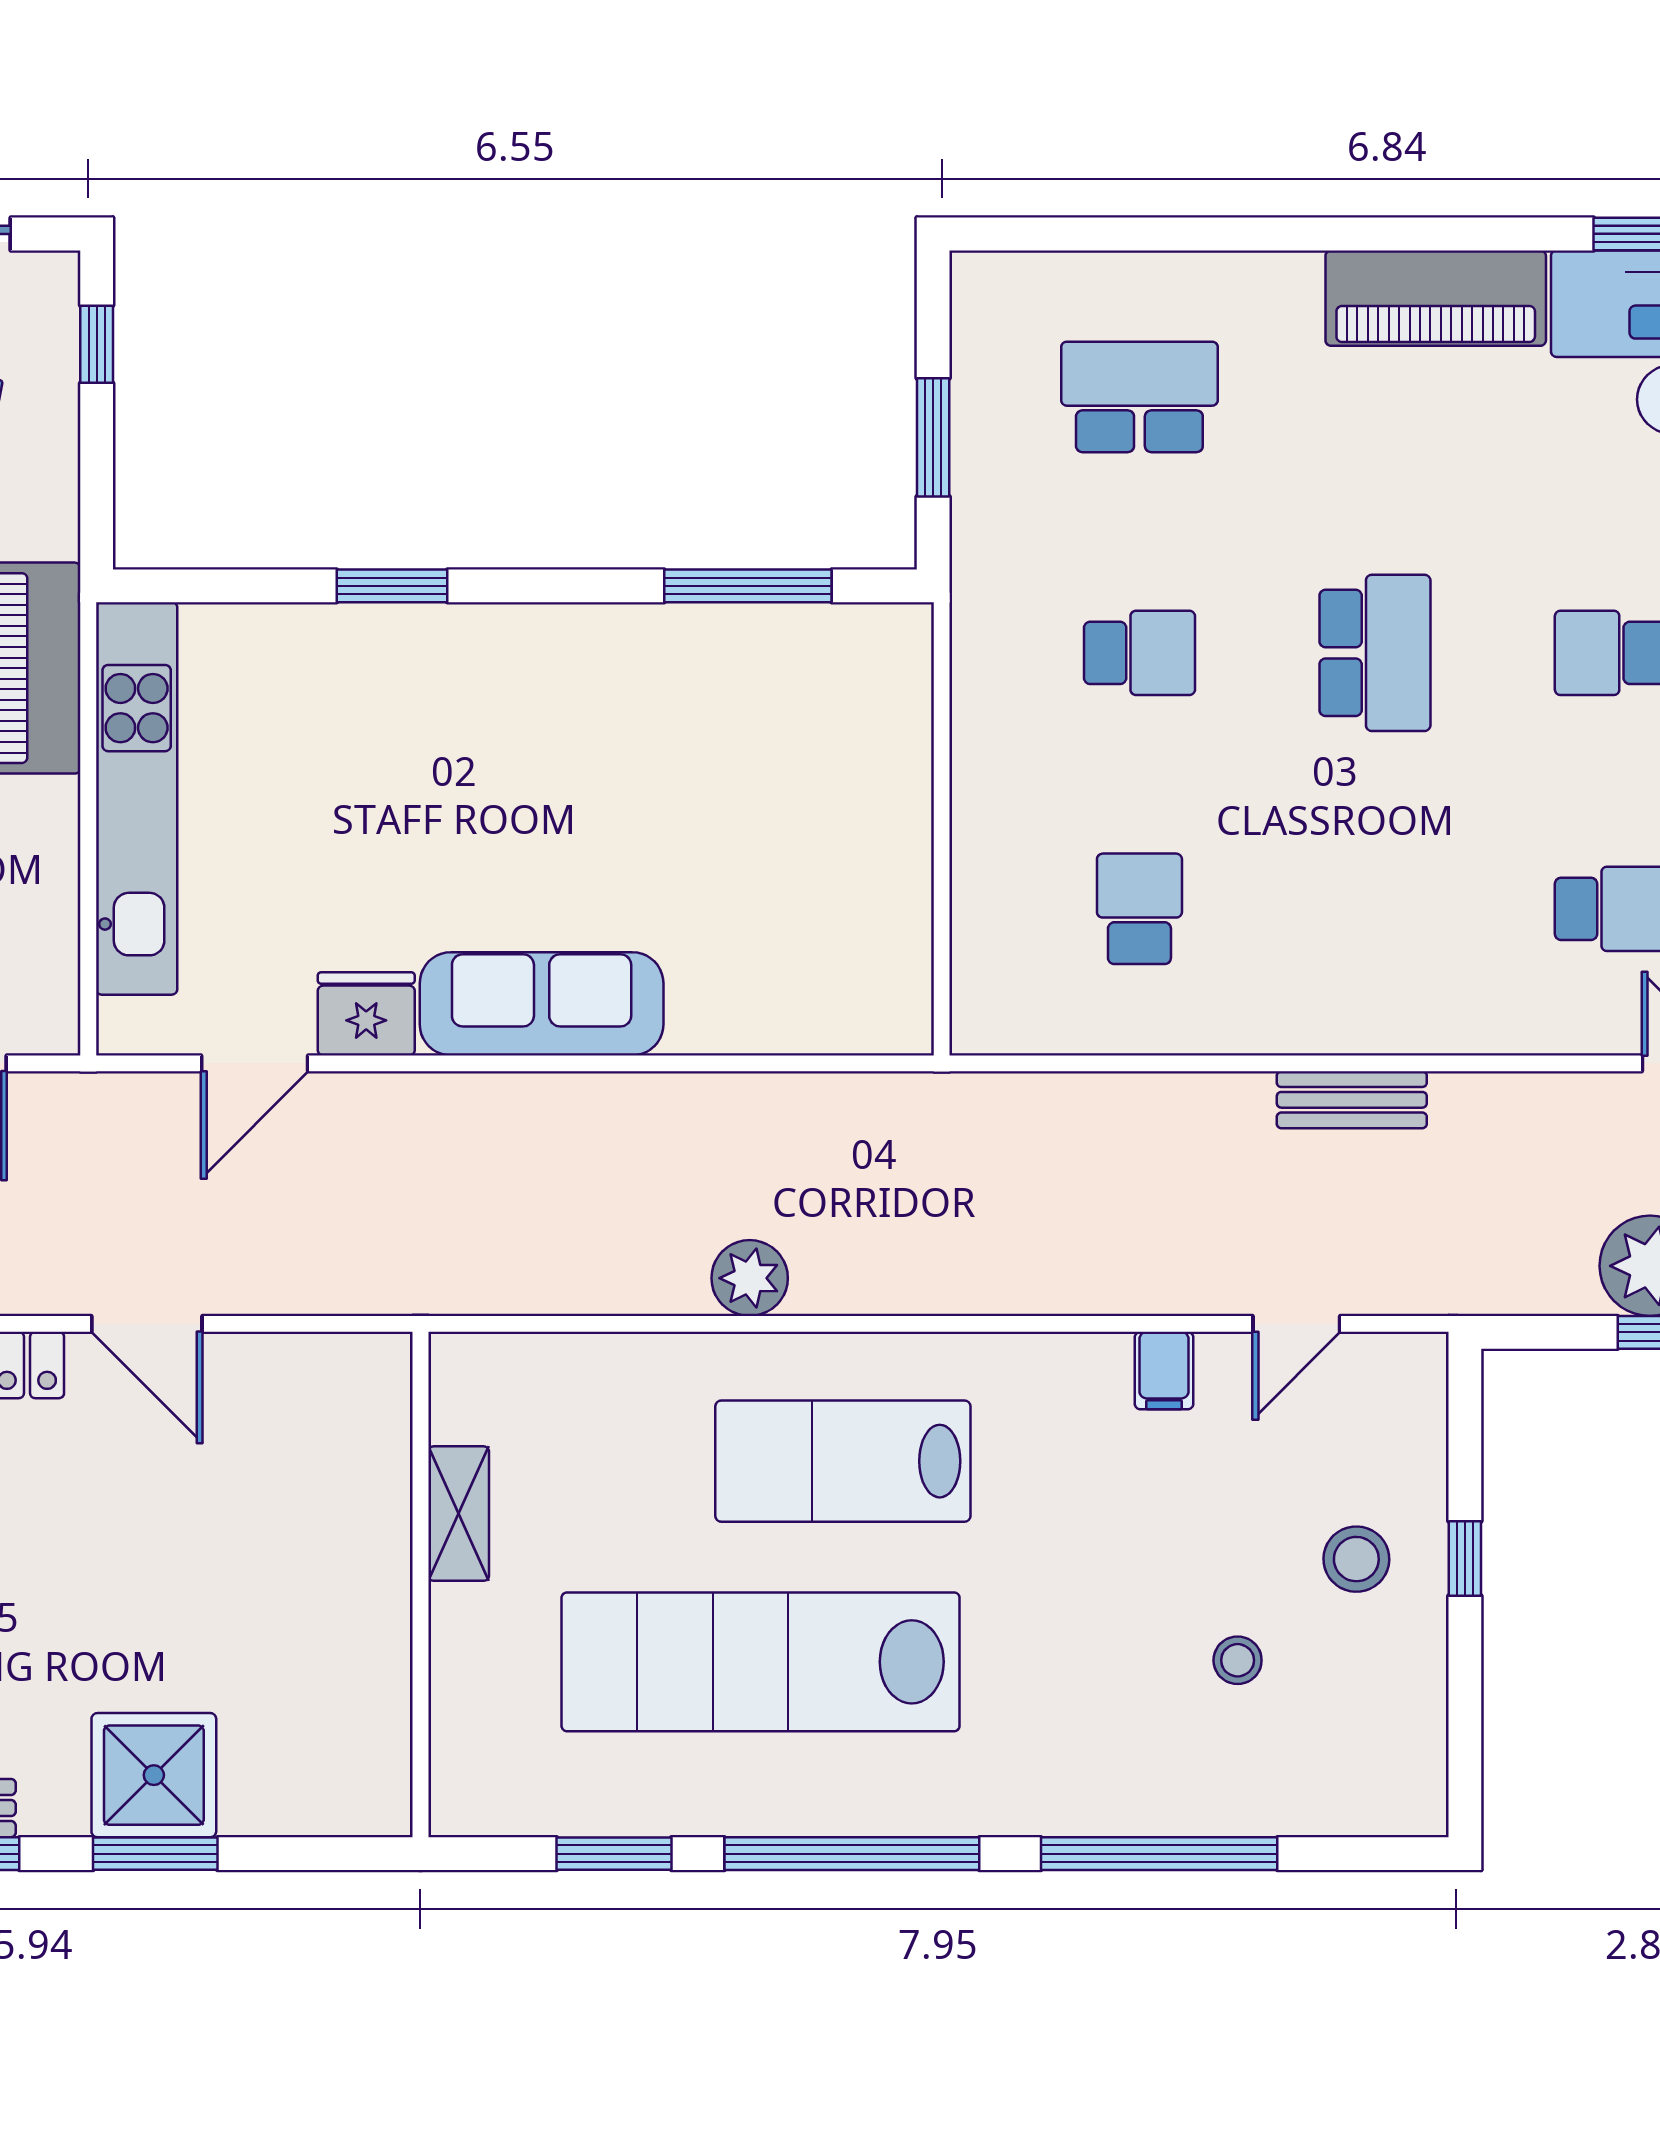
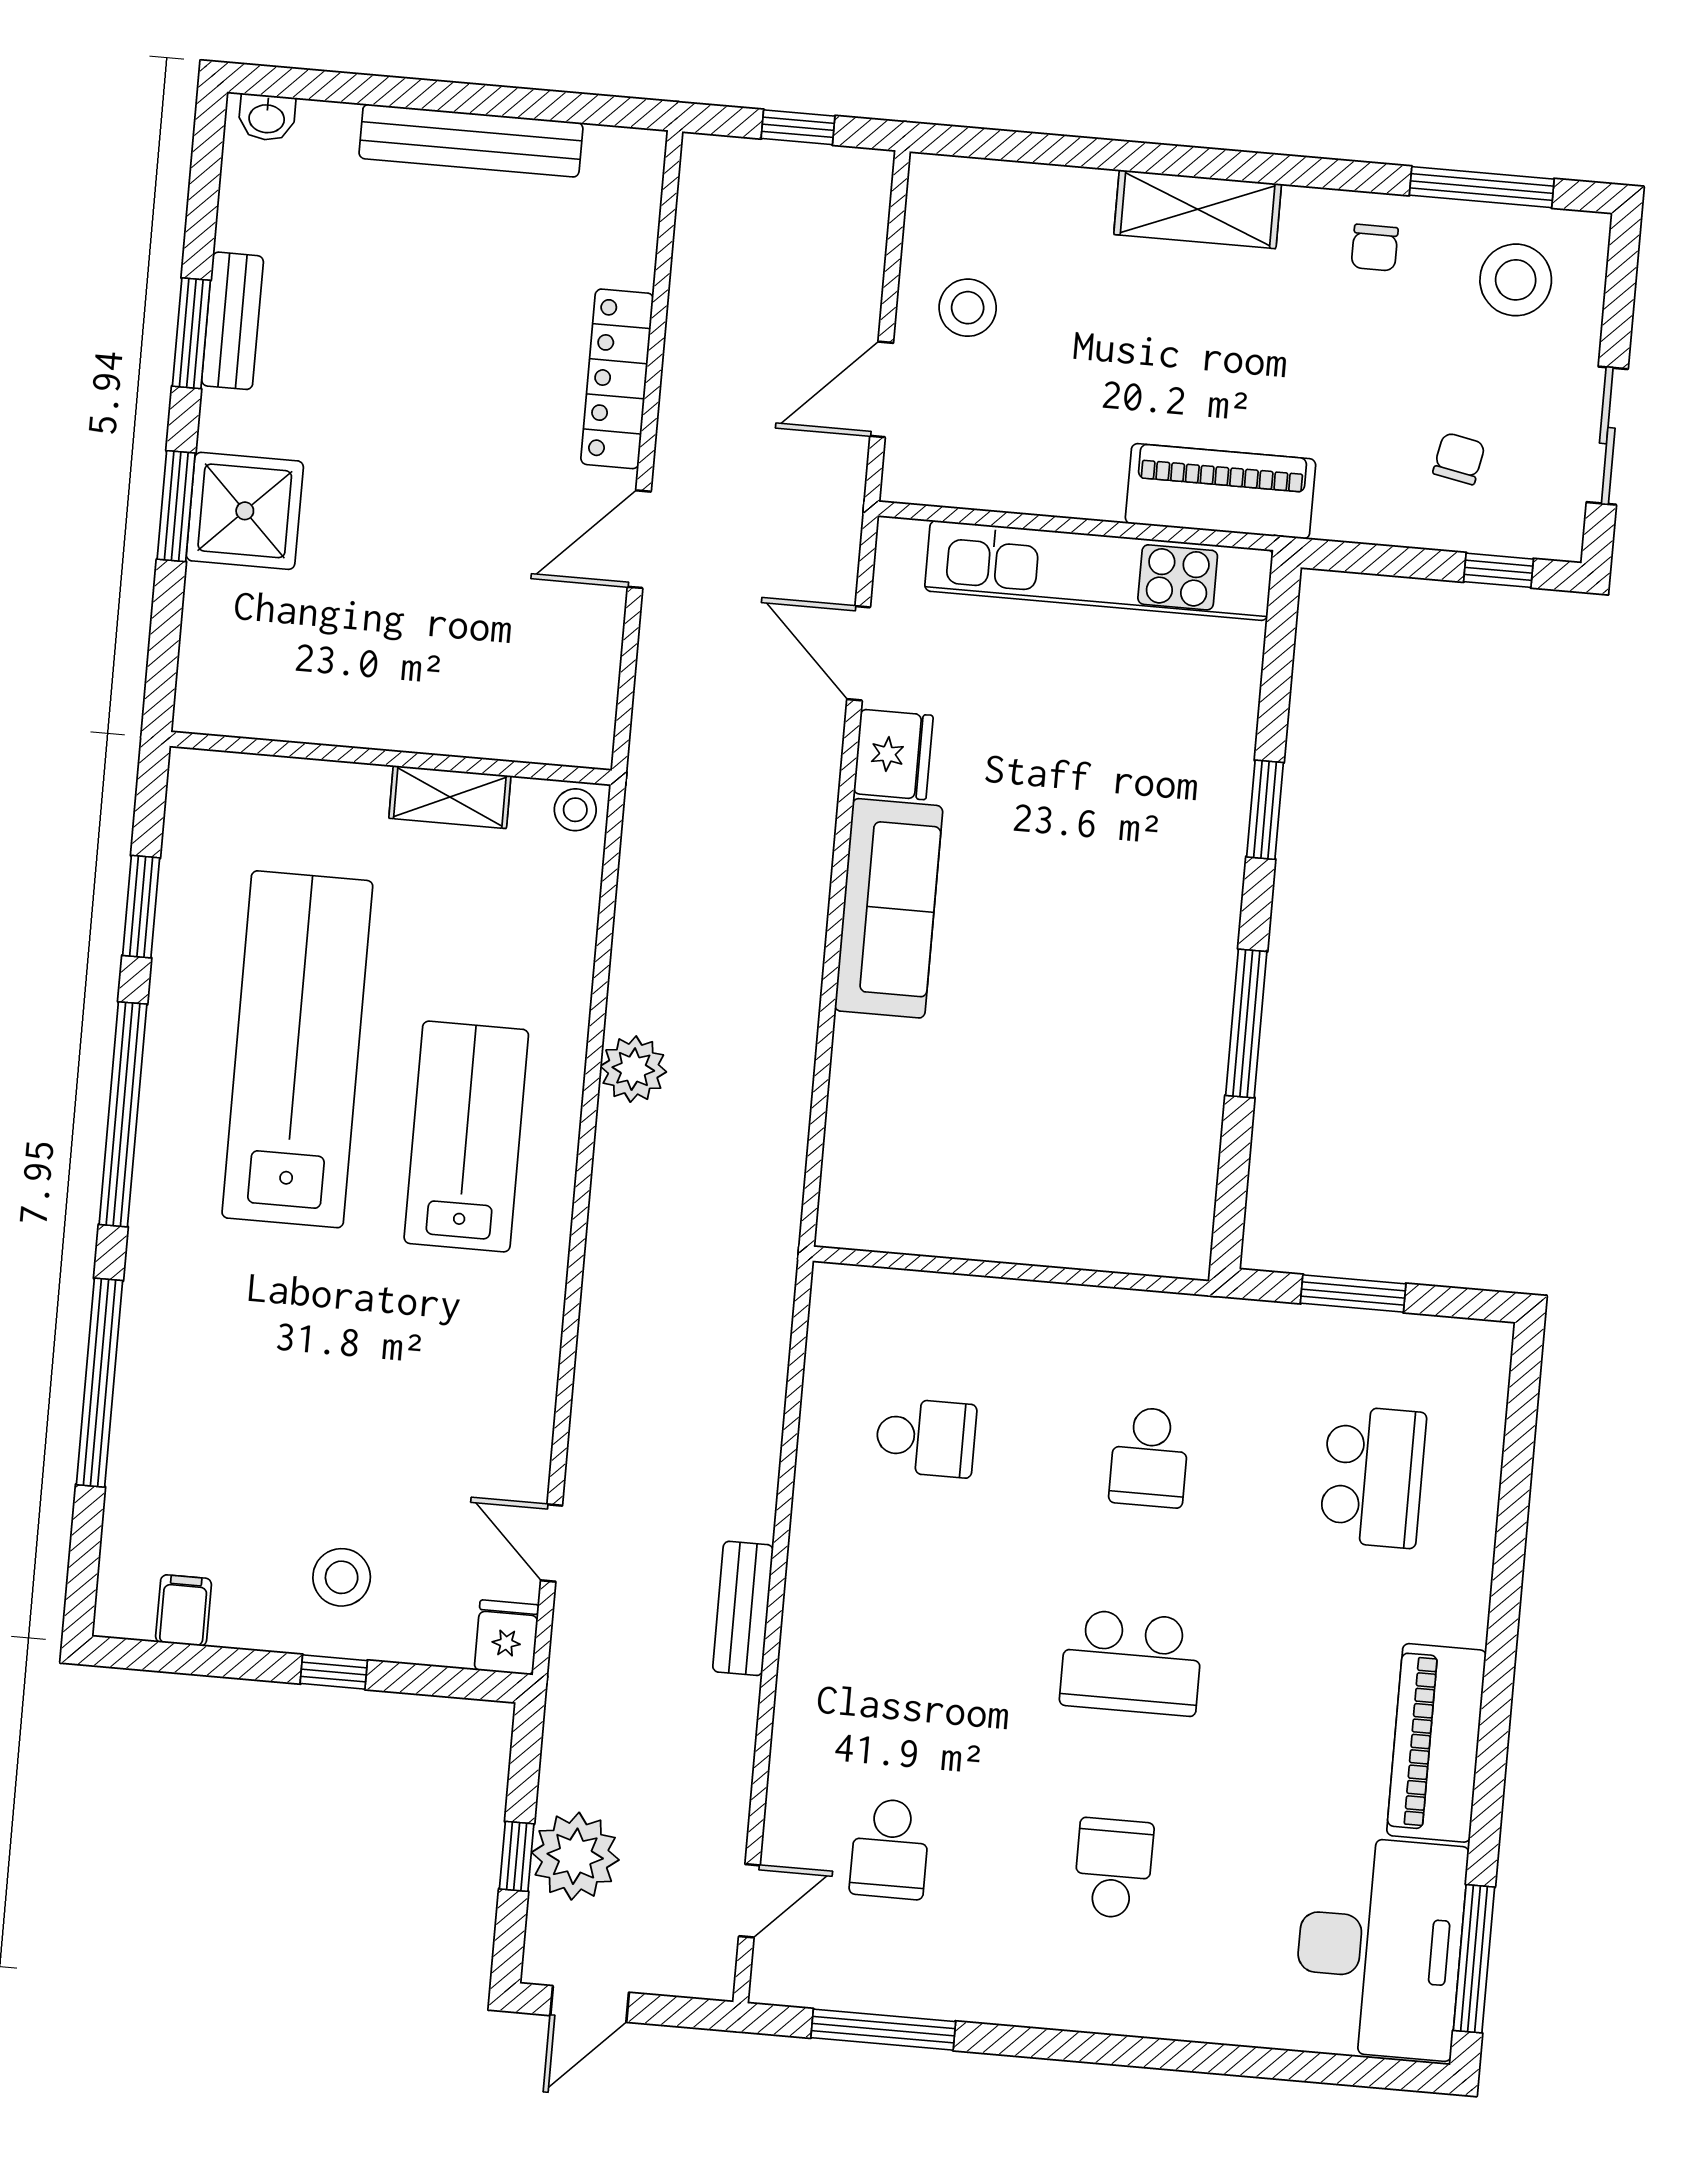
window: (748, 586) -> (1246, 1023), moved
fridge: (1408, 1366) -> (507, 1637), added
filing cabinet: (1164, 1371) -> (184, 1610), moved, turned 90
stool: (1238, 1660) -> (575, 810), moved

